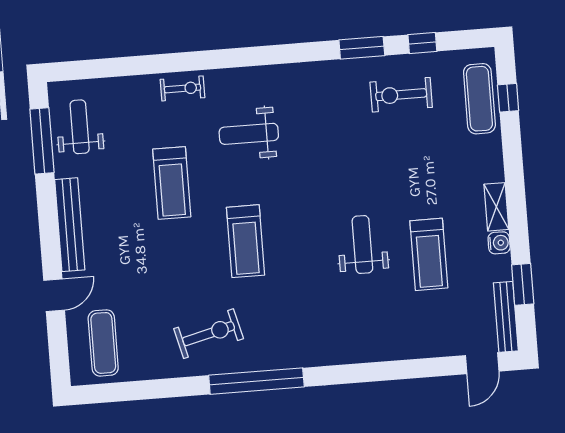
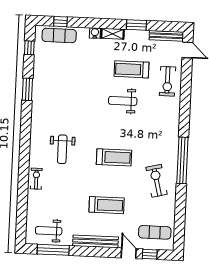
window: (422, 43) -> (29, 48), moved
exercise bike: (401, 95) -> (167, 81), moved
treadmill: (172, 183) -> (107, 205), moved
water cooler: (499, 243) -> (95, 33), moved
treadmill: (429, 254) -> (131, 69), turned 180
window: (523, 284) -> (136, 25), moved
window: (57, 338) -> (150, 254), added

